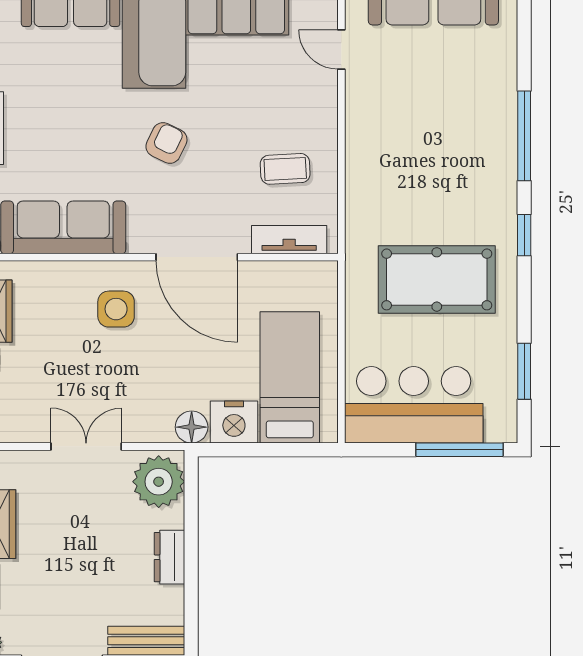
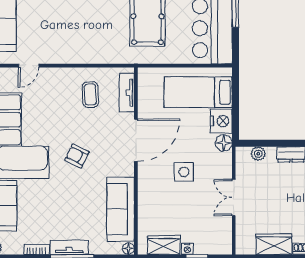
side table: (116, 309) -> (184, 172), moved
plant: (159, 482) -> (258, 154), width x0.53, depth x0.53

